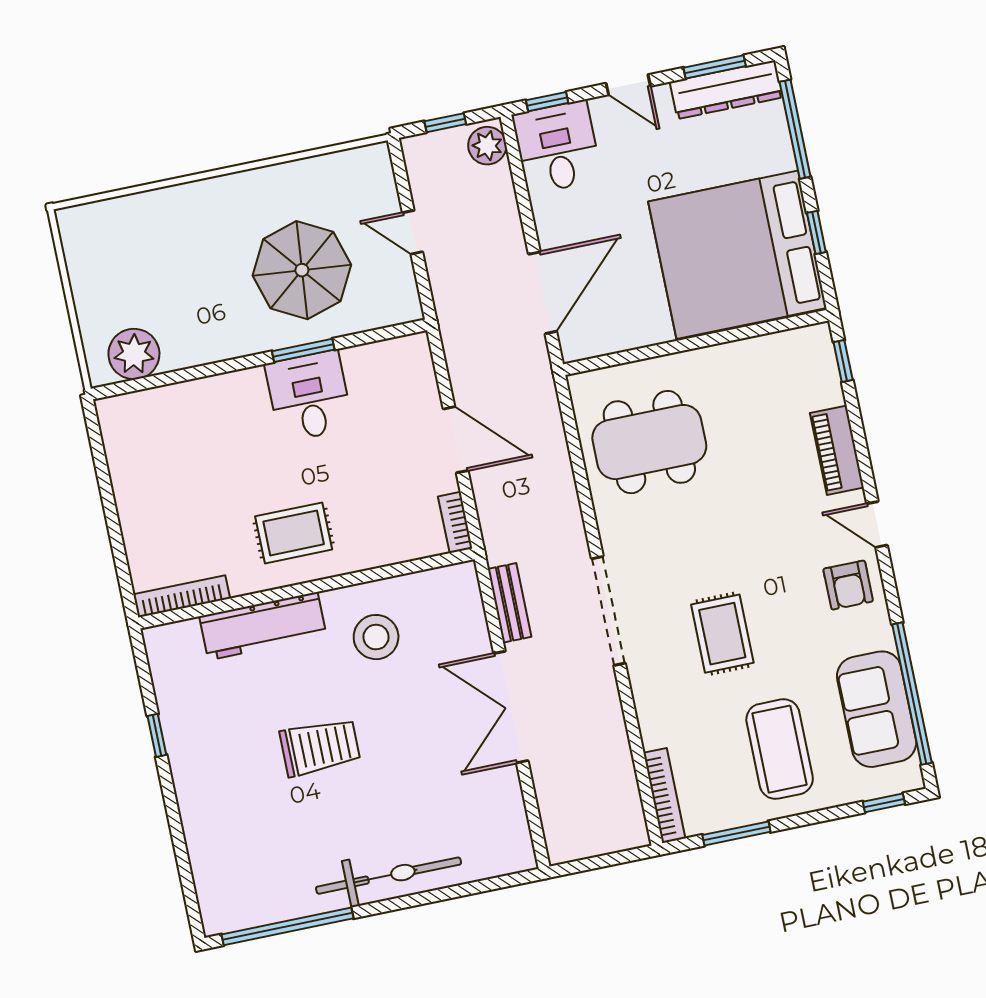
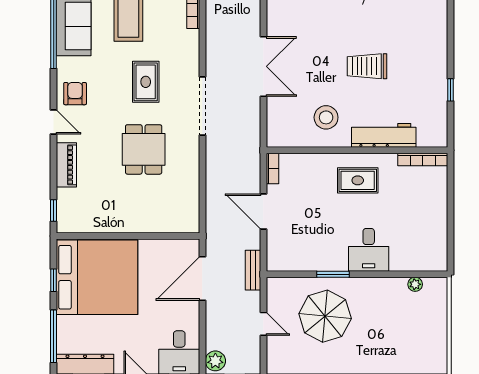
plant: (134, 354) -> (415, 284), width x0.53, depth x0.53
desk: (309, 396) -> (369, 250), moved
dining table: (649, 442) -> (144, 149), moved, width x0.73
bench: (510, 603) -> (253, 270), moved

